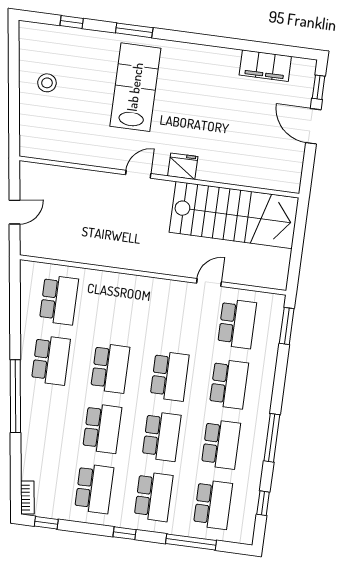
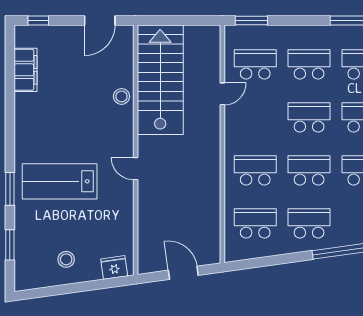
window: (72, 22) -> (10, 245), width x1.50
door: (313, 126) -> (100, 21), moved
fridge: (183, 166) -> (114, 267), moved, turned 82
stool: (221, 169) -> (122, 96), added
door: (14, 212) -> (183, 273), width x1.38
door: (209, 282) -> (222, 94), swing flipped
school desk: (118, 308) -> (255, 170), added

